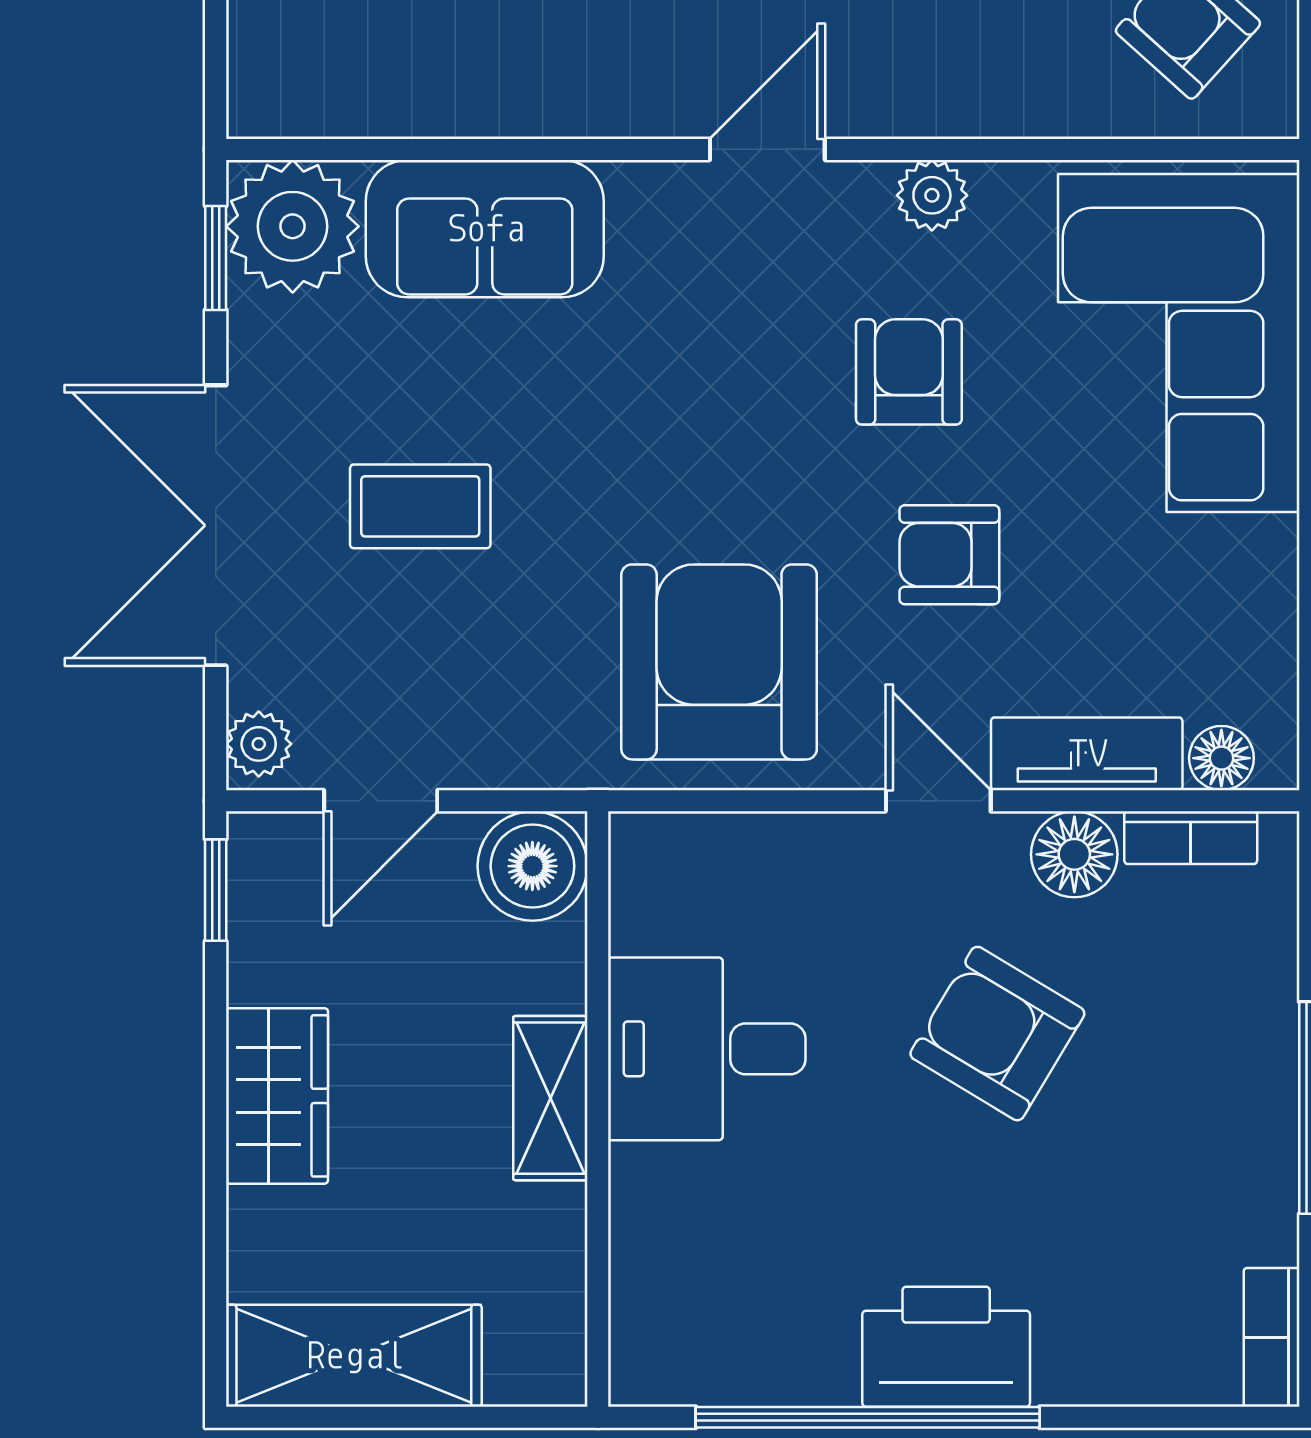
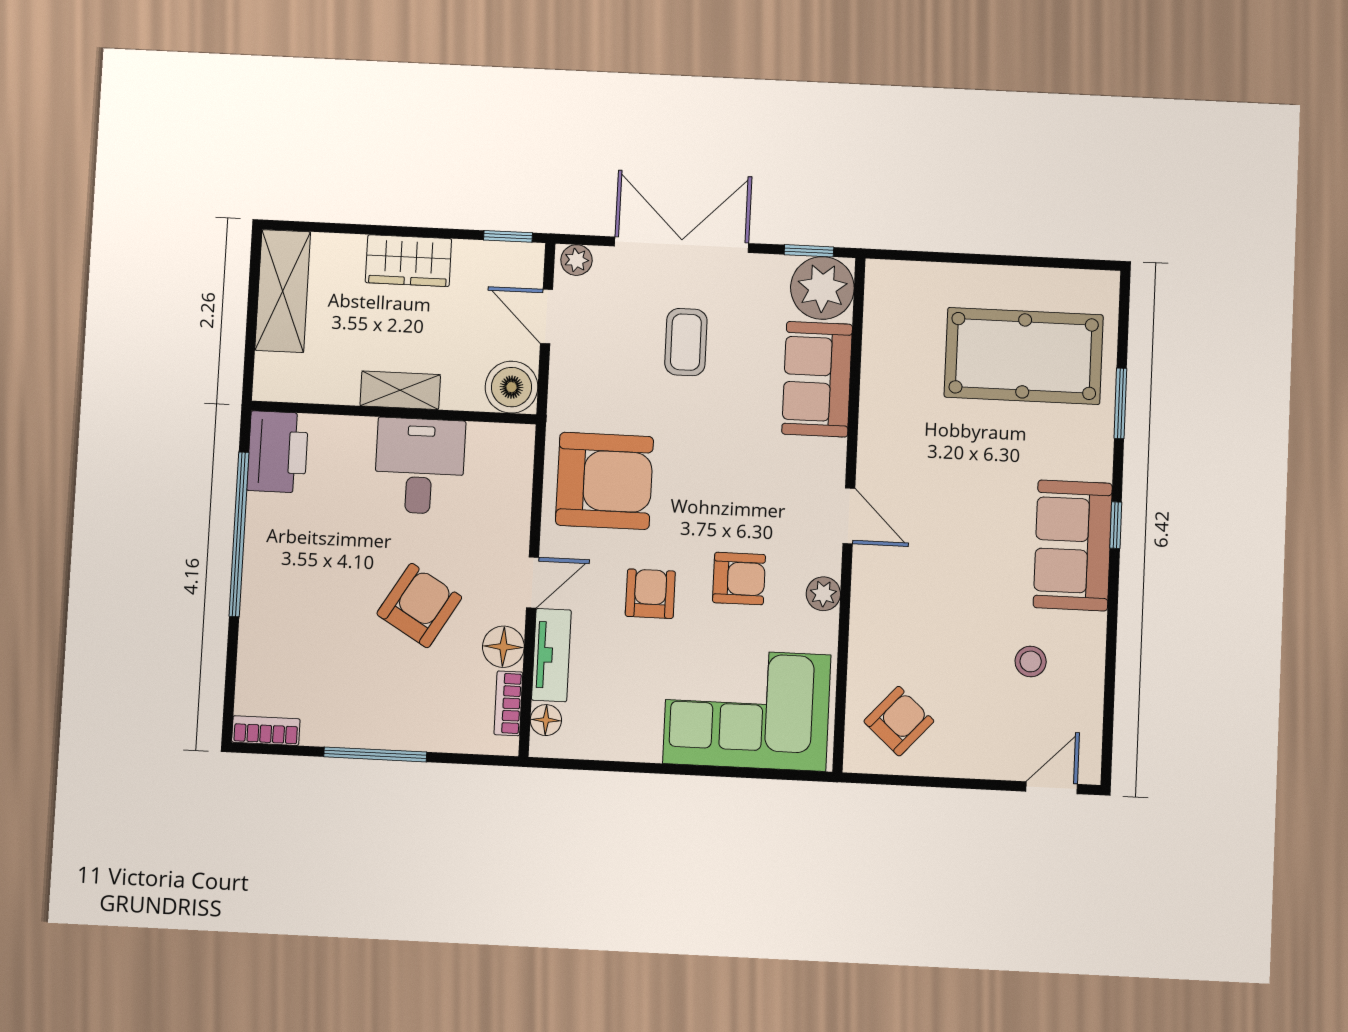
printer: (946, 1347) -> (278, 452), moved

